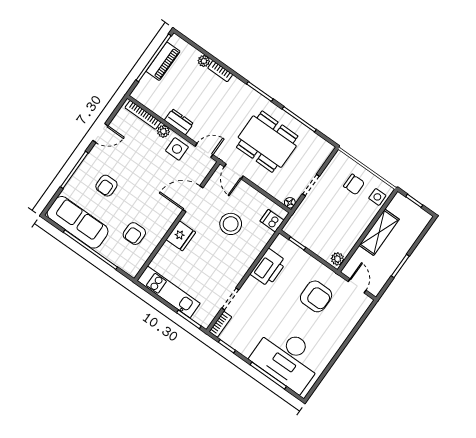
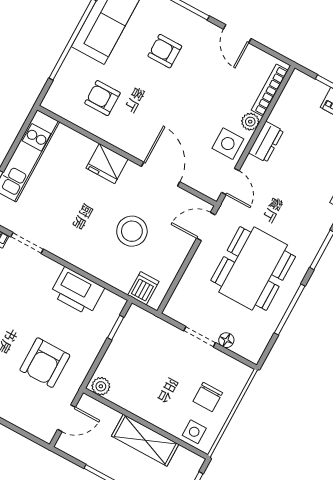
floor lamp: (290, 203) -> (226, 340), moved

